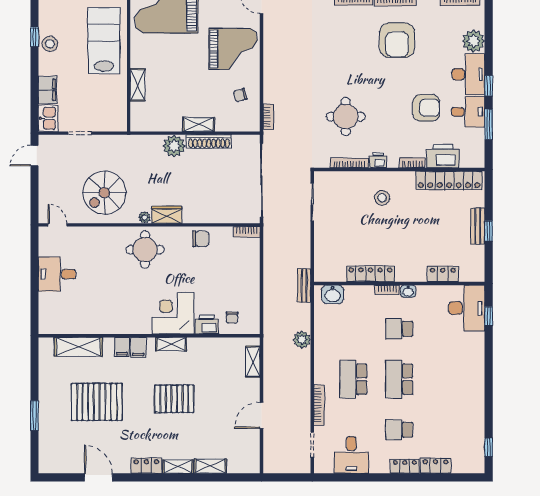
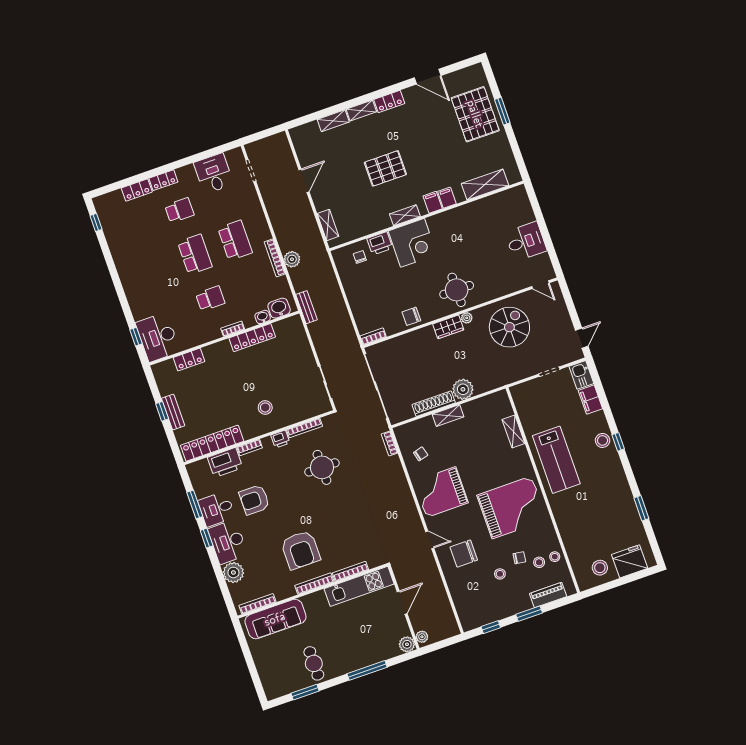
armchair: (397, 40) -> (301, 550), turned 180
washbasin: (408, 291) -> (263, 317), moved
pallet: (97, 402) -> (475, 114), moved, turned 90
bookcase: (319, 405) -> (275, 258), moved

